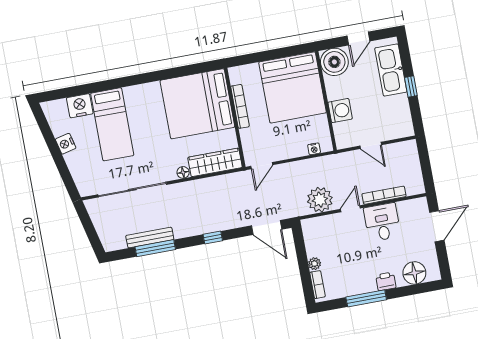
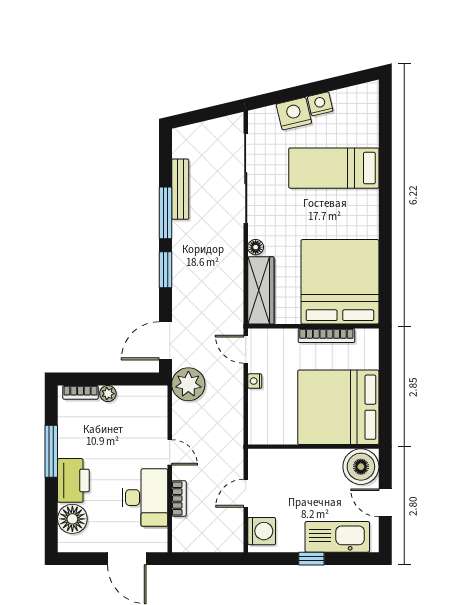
nightstand: (80, 106) -> (294, 114), moved, turned -103
washing machine: (340, 111) -> (262, 531), moved, turned -90
nightstand: (314, 149) -> (255, 381), moved
bookcase: (384, 195) -> (179, 499), width x0.64
plant: (320, 200) -> (188, 384), moved
desk: (382, 222) -> (145, 498), width x1.37
window: (213, 237) -> (165, 270), width x1.50
window: (155, 248) -> (165, 213), moved
printer: (386, 281) -> (73, 480), width x1.87, depth x1.48

